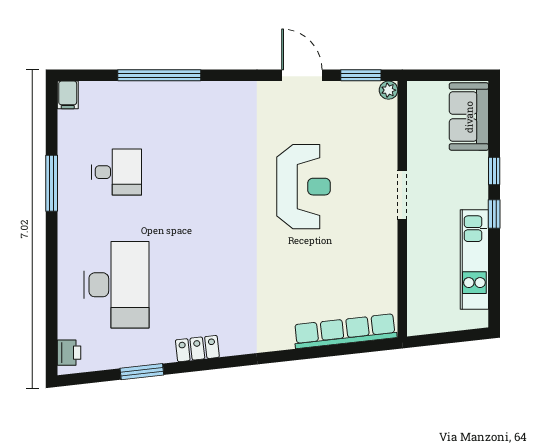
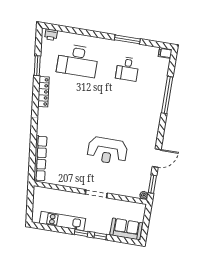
locker: (197, 349) -> (43, 92), width x1.53

